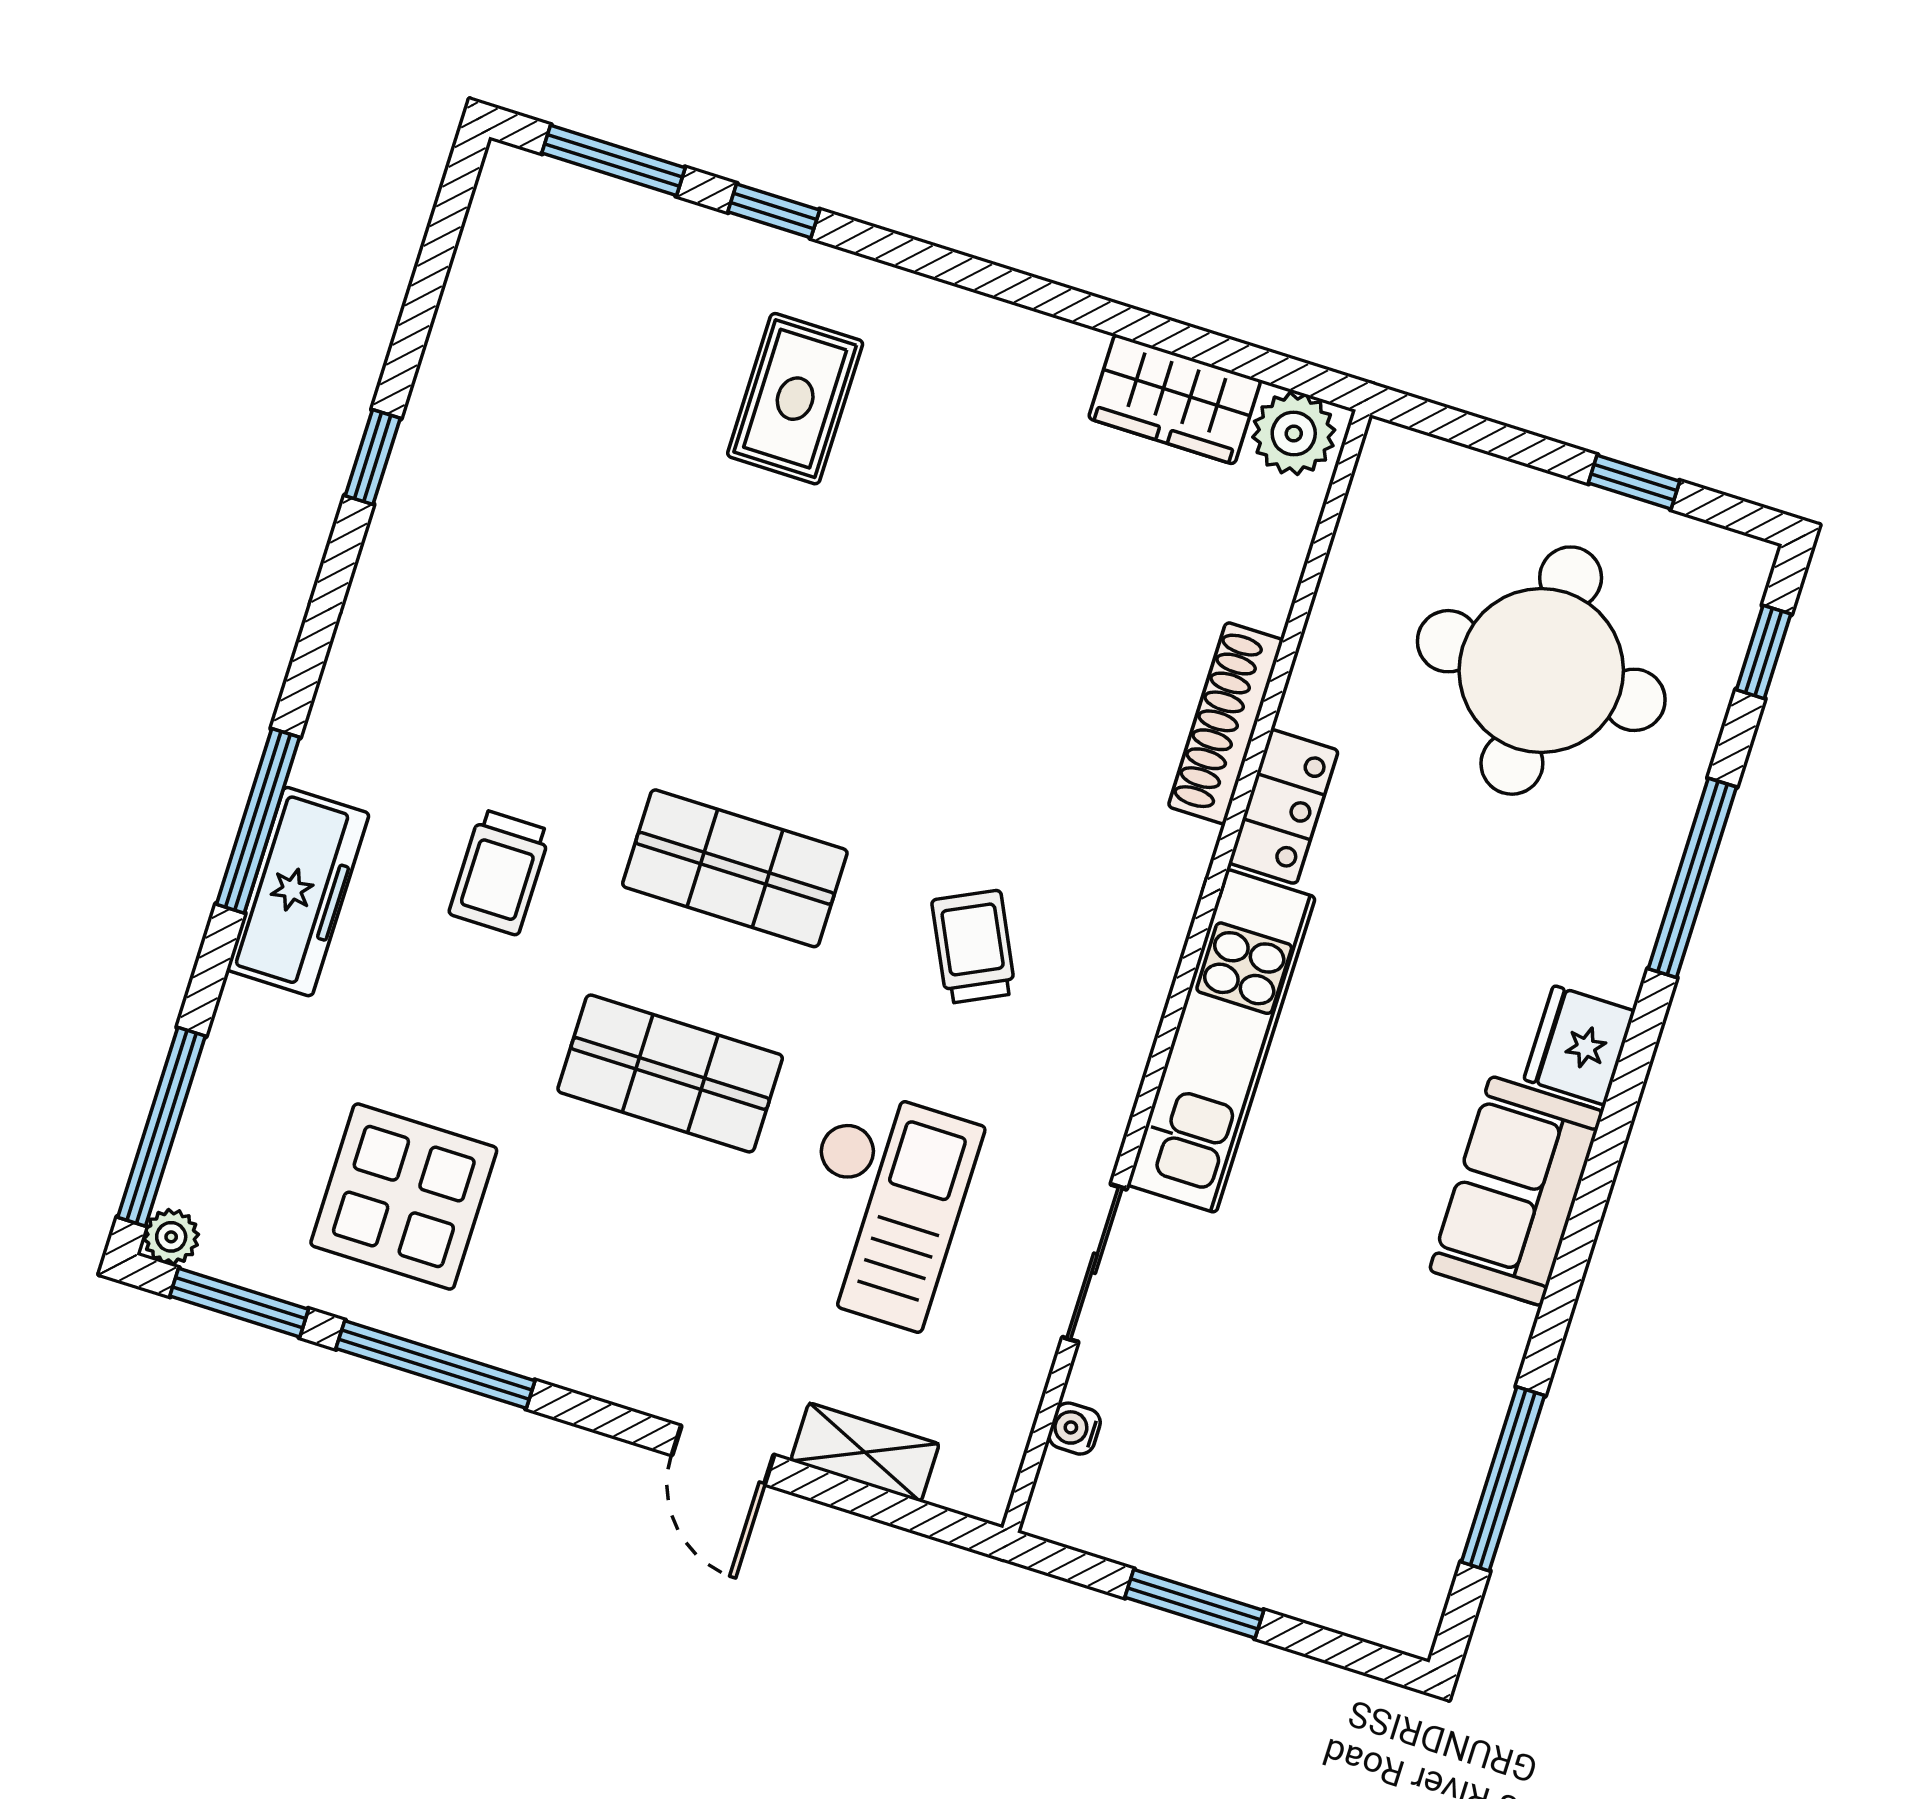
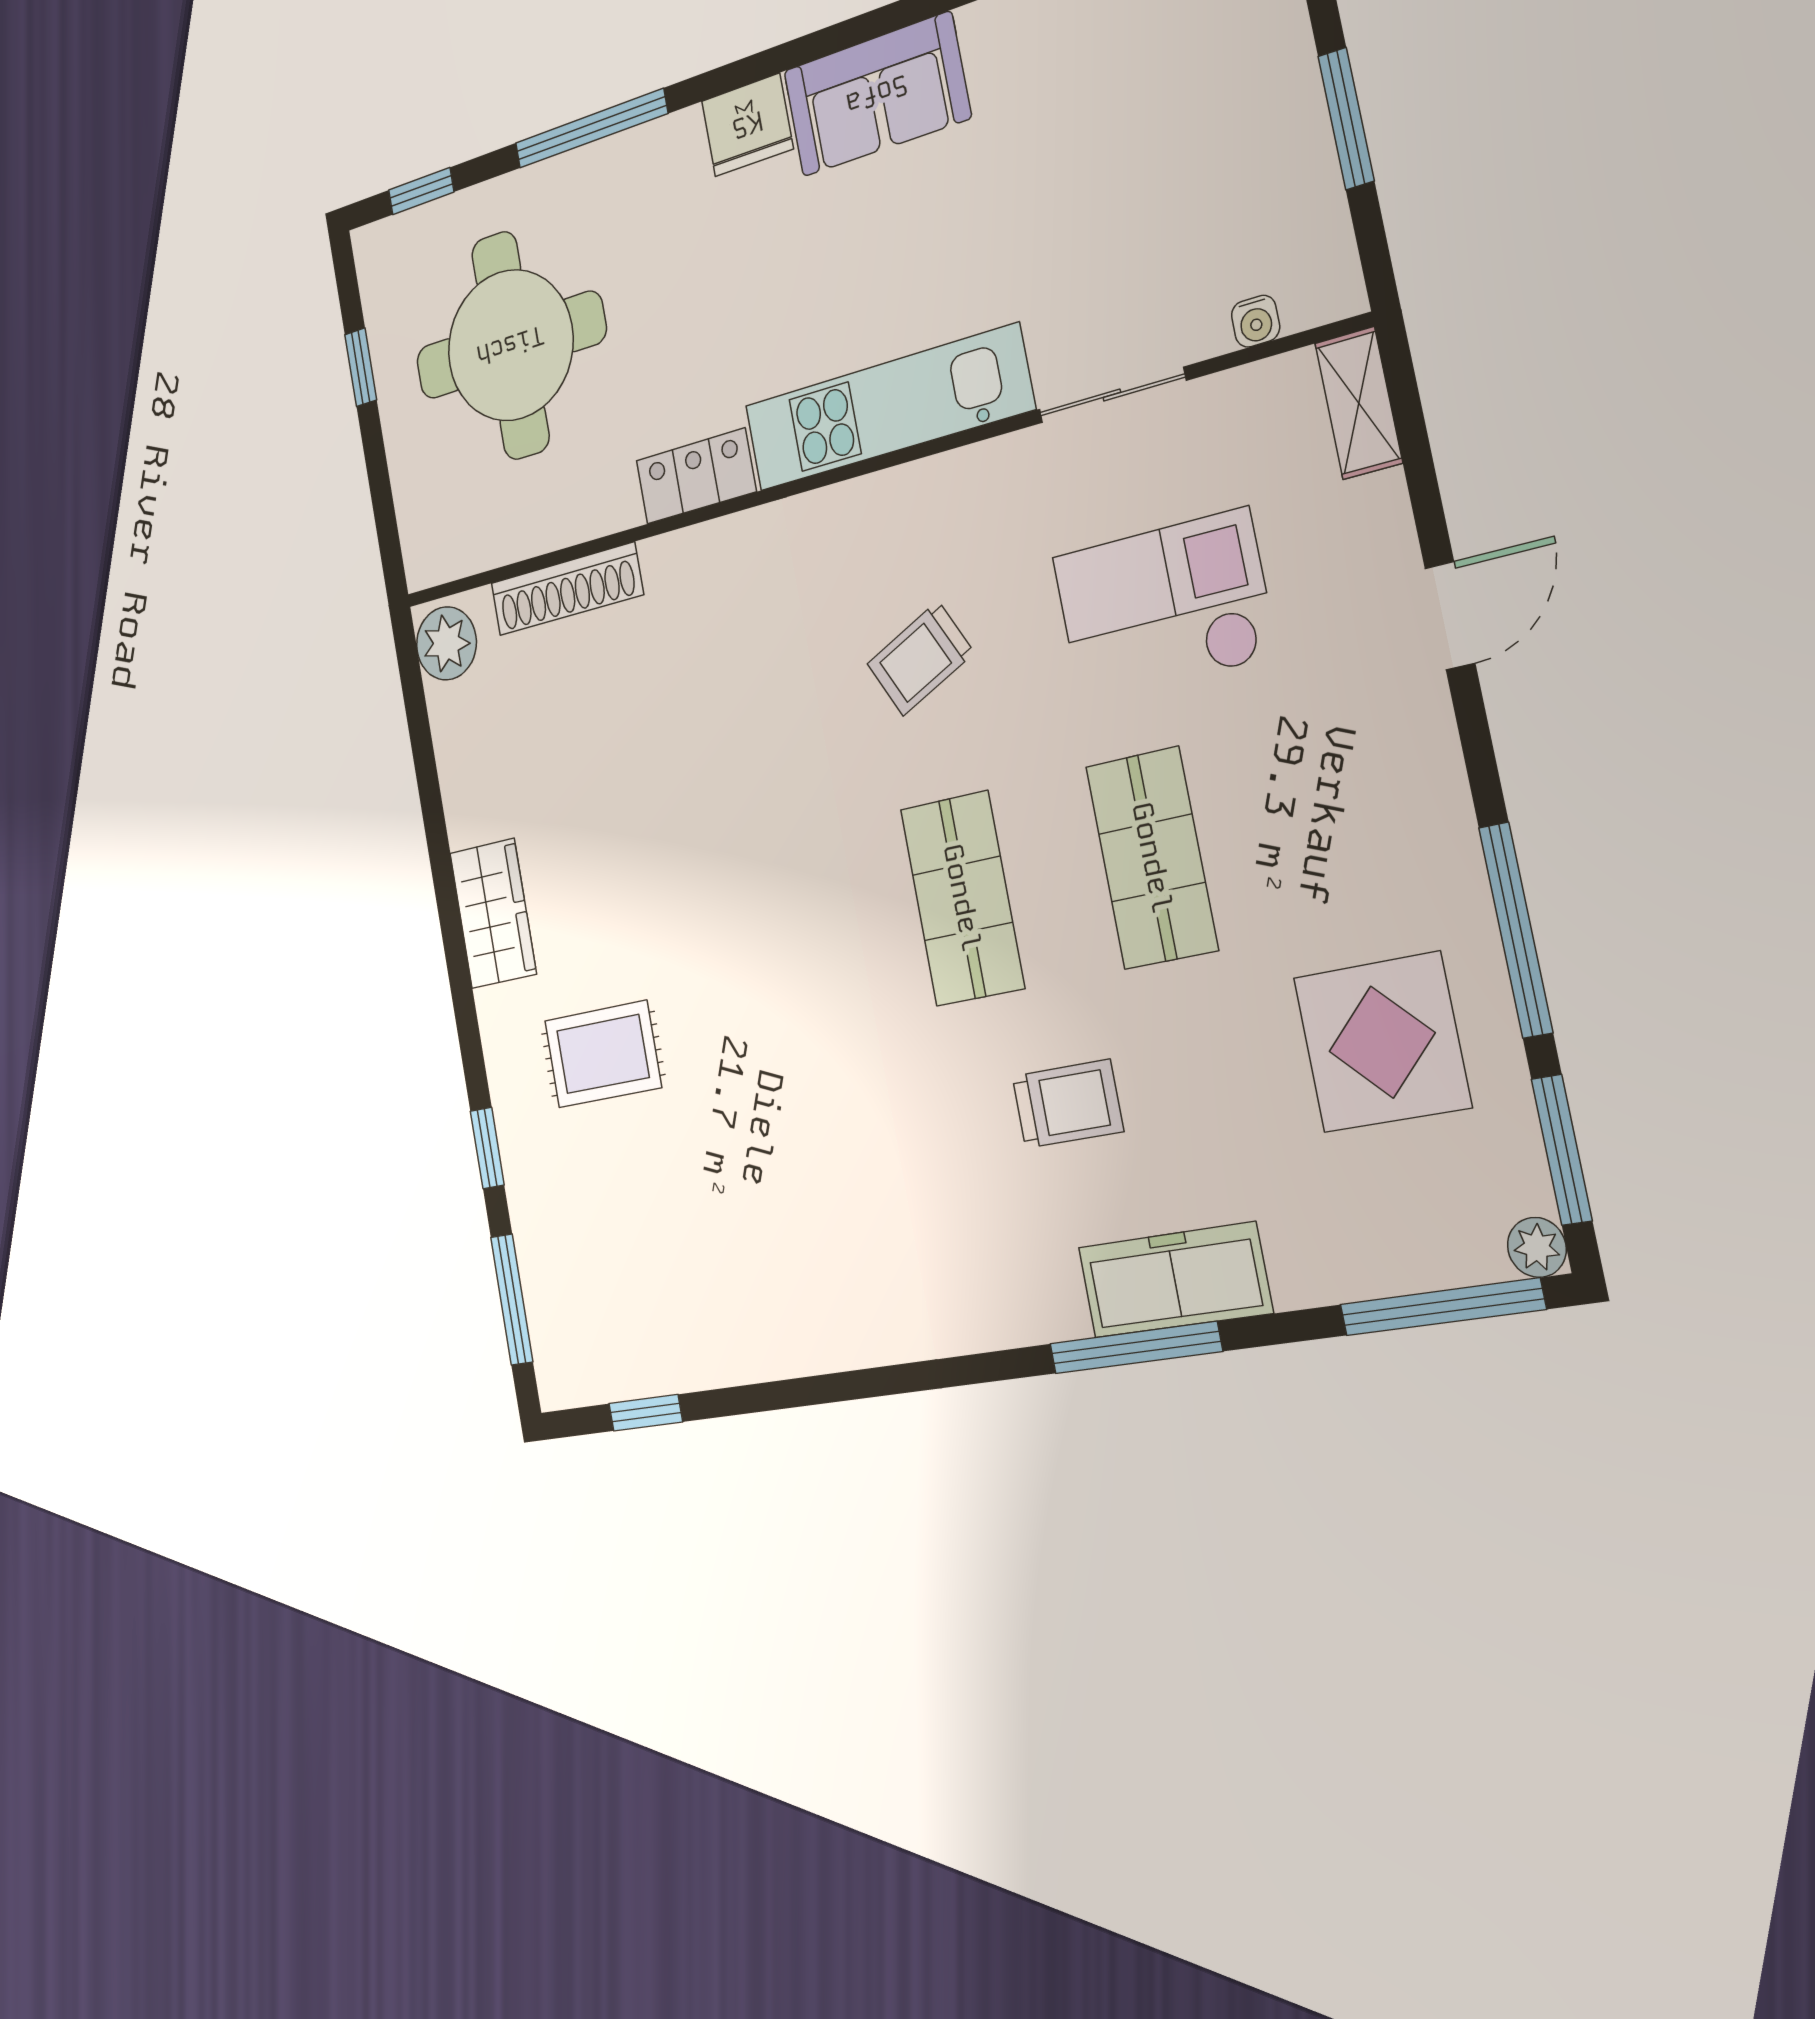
wardrobe: (1175, 399) -> (493, 913), moved
window: (373, 457) -> (646, 1413), moved
shoe rack: (1226, 723) -> (567, 589), moved
shelving: (865, 1452) -> (1359, 403), moved

